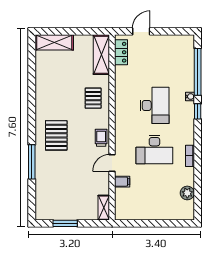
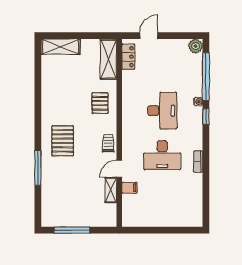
plant: (187, 193) -> (196, 46), moved
shelving: (104, 208) -> (111, 190), moved
window: (65, 223) -> (72, 230), width x1.44

